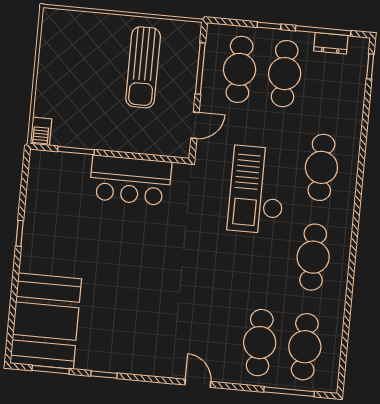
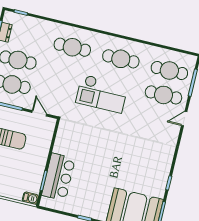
bar counter: (130, 180) -> (59, 177), moved
checkout: (257, 190) -> (102, 94), moved
door: (198, 383) -> (184, 119), moved

